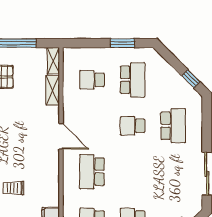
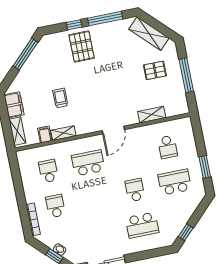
shelving: (53, 61) -> (63, 133), moved
school desk: (92, 80) -> (168, 147), turned 180
school desk: (133, 80) -> (175, 182), turned 180

